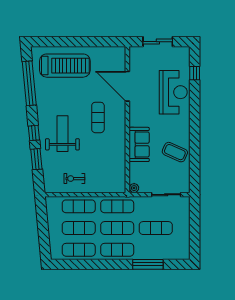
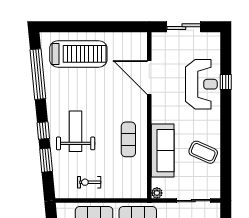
window: (195, 73) -> (226, 82), moved
exercise mat: (98, 117) -> (128, 139), moved
sofa: (139, 144) -> (163, 151), width x1.36

